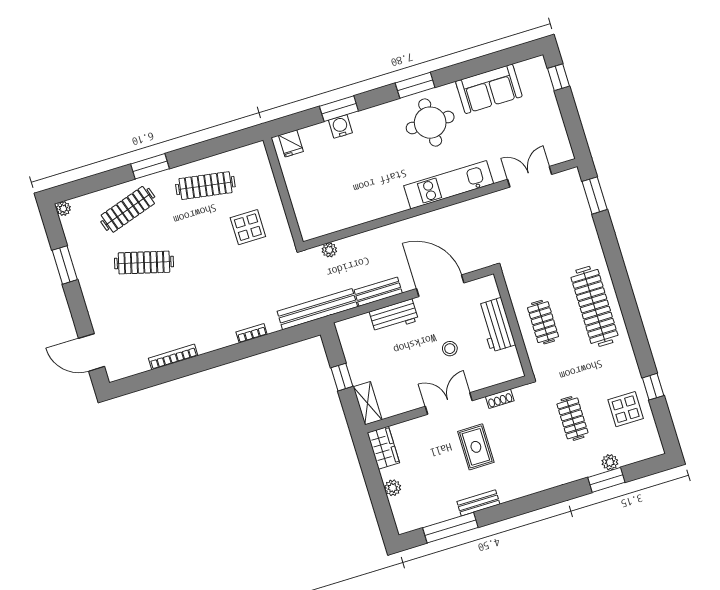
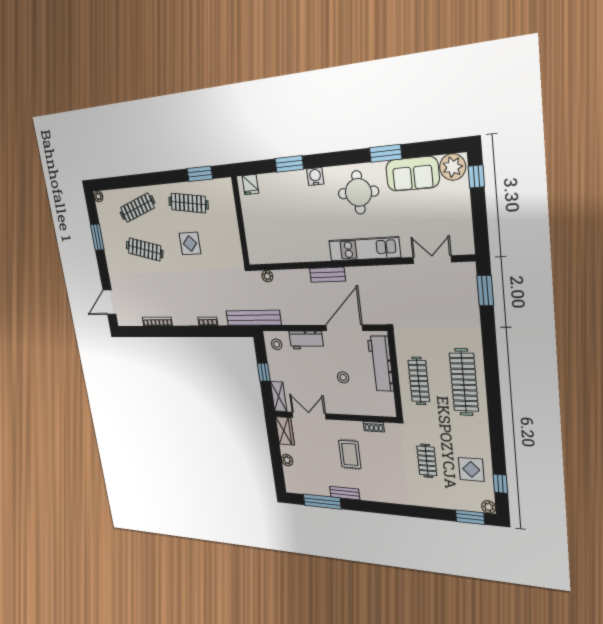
plant: (531, 73) -> (453, 167), added
window: (415, 85) -> (386, 153), moved
water cooler: (340, 126) -> (315, 177), moved
window: (150, 166) -> (200, 174), moved
display table: (248, 227) -> (190, 244), moved
door: (440, 286) -> (344, 328), hinge flipped
bench: (378, 292) -> (327, 275), moved
clothes rail: (543, 322) -> (419, 381), width x1.36
workbench: (496, 325) -> (381, 364), width x1.38
stool: (355, 334) -> (277, 344), added
door: (92, 352) -> (109, 302), hinge flipped
window: (653, 387) -> (500, 484), moved
double door: (449, 404) -> (309, 416), moved
plant: (610, 462) -> (489, 507), moved
window: (606, 480) -> (470, 517), moved

